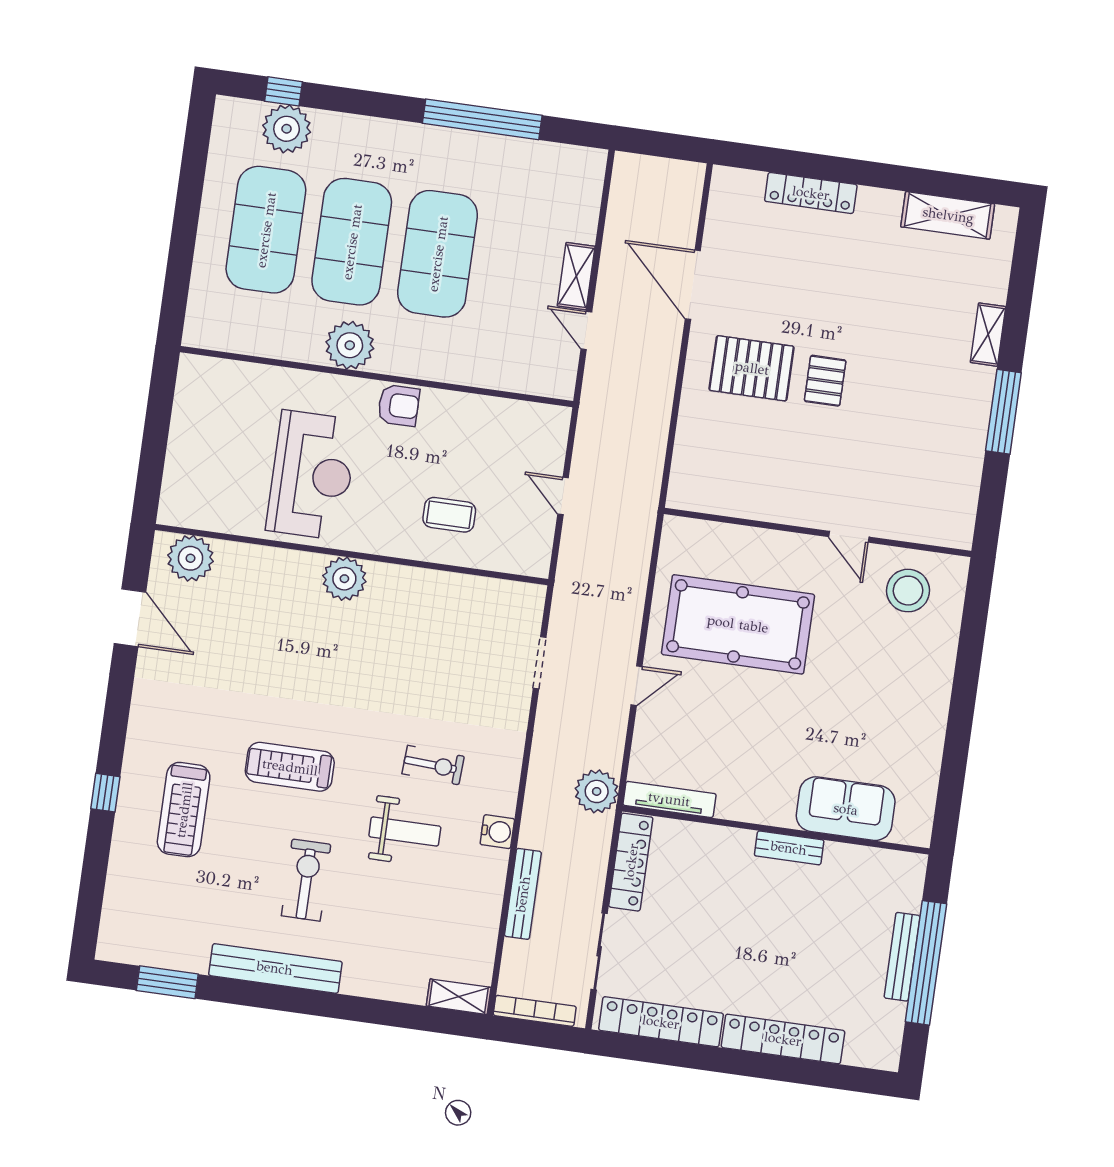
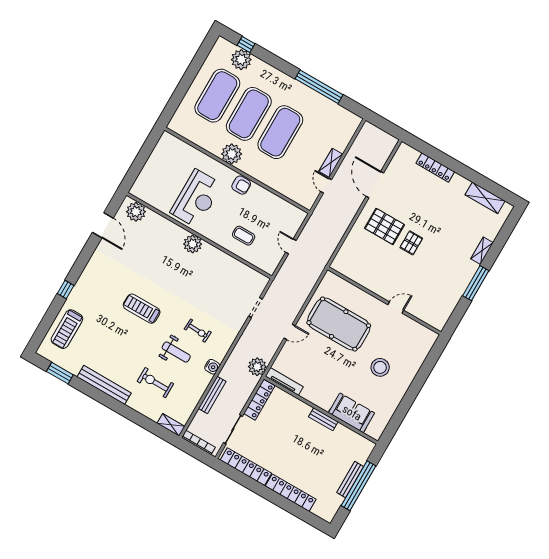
door: (849, 537) -> (396, 307), swing flipped
stool: (908, 591) -> (380, 367), moved
treadmill: (184, 810) -> (67, 329), moved
exercise bike: (306, 880) -> (155, 383), moved, turned -90

